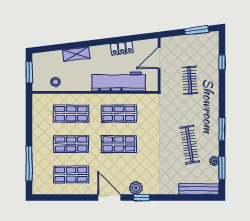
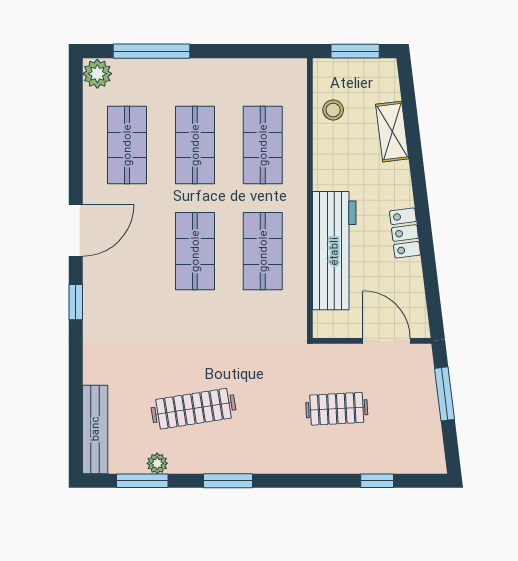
window: (197, 30) -> (444, 394), moved
locker: (122, 48) -> (405, 233), moved
shelving: (76, 54) -> (392, 132), moved
plant: (136, 188) -> (97, 74), moved

